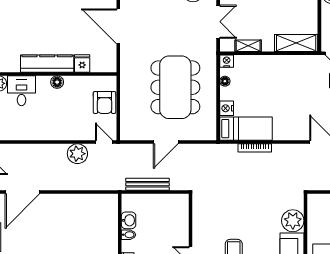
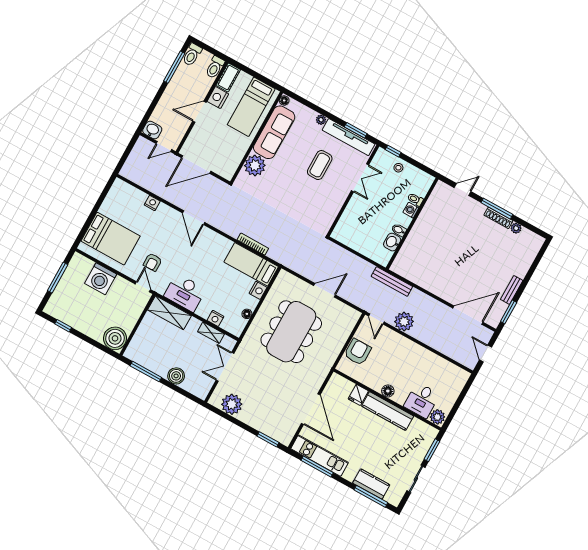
nightstand: (227, 61) -> (215, 318), moved
desk: (292, 69) -> (185, 293), added
bench: (148, 184) -> (392, 281), moved

